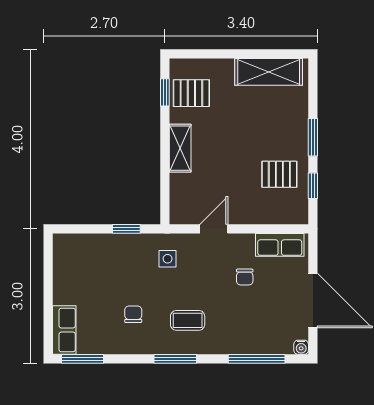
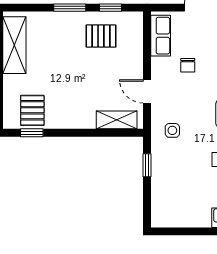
shelving: (180, 148) -> (117, 120), moved
pallet: (279, 174) -> (101, 36), turned 90
chair: (245, 277) -> (188, 65), turned 90

